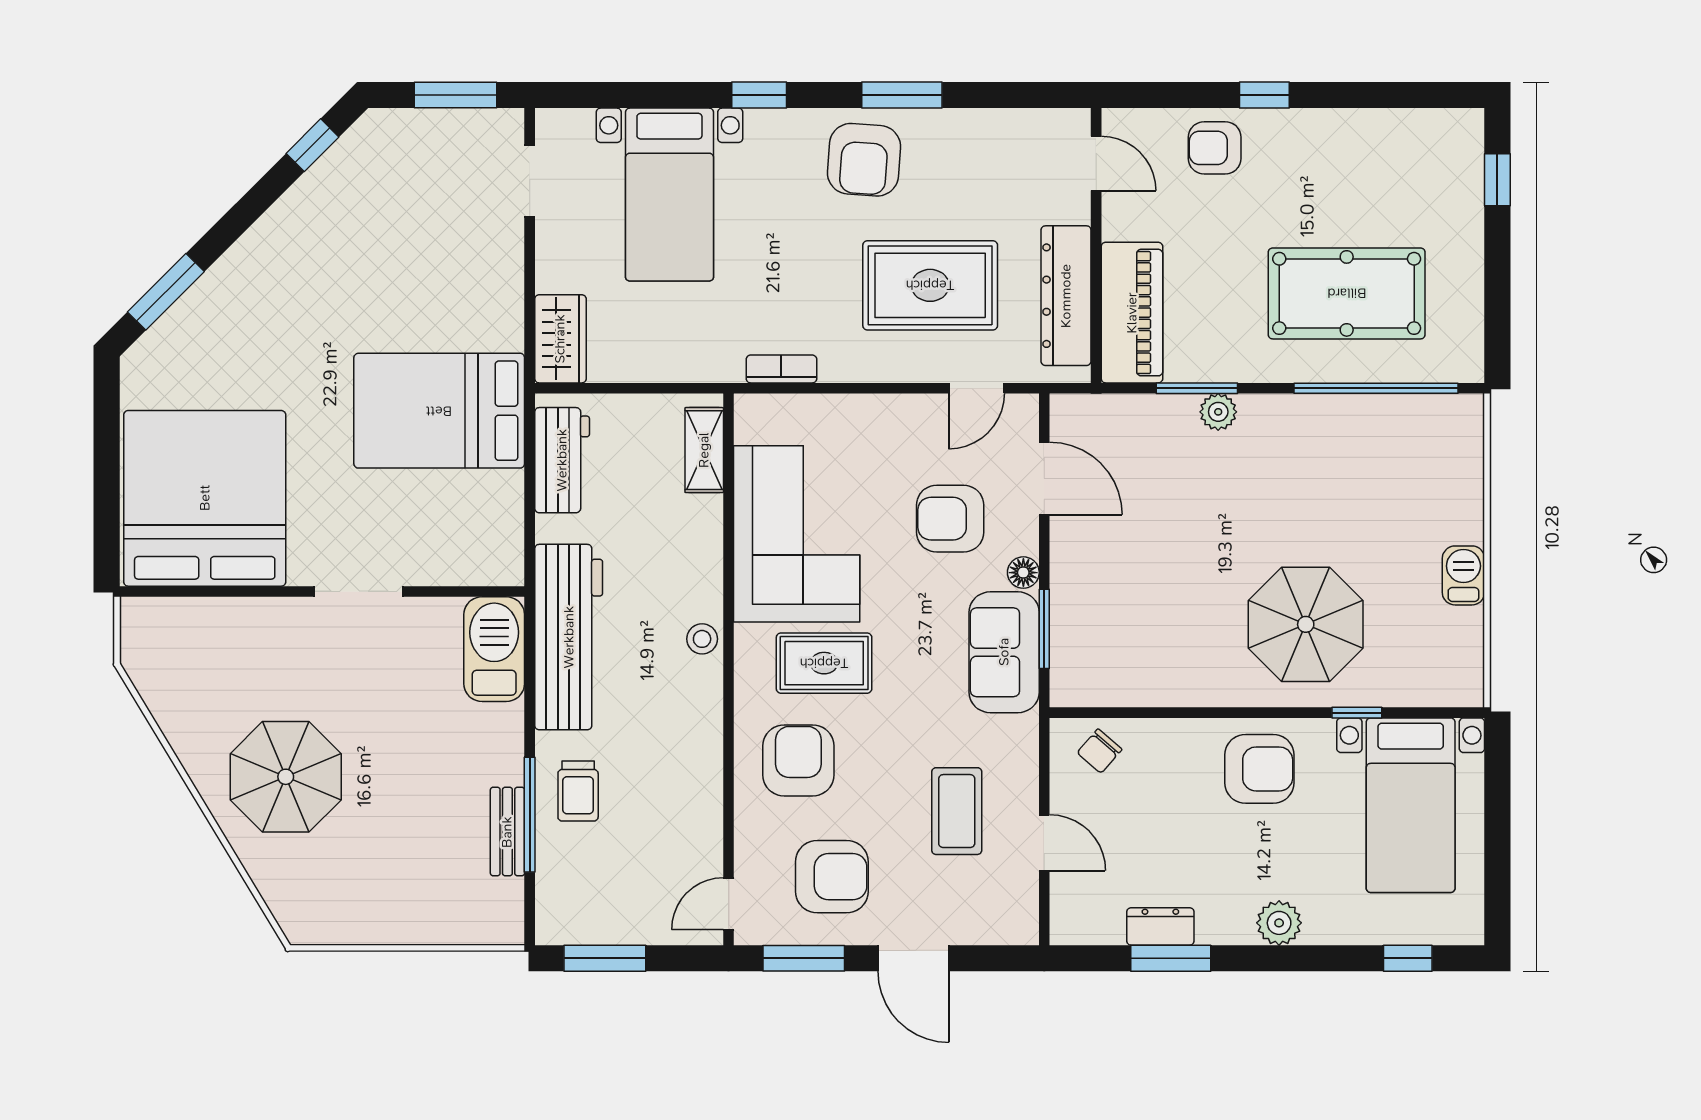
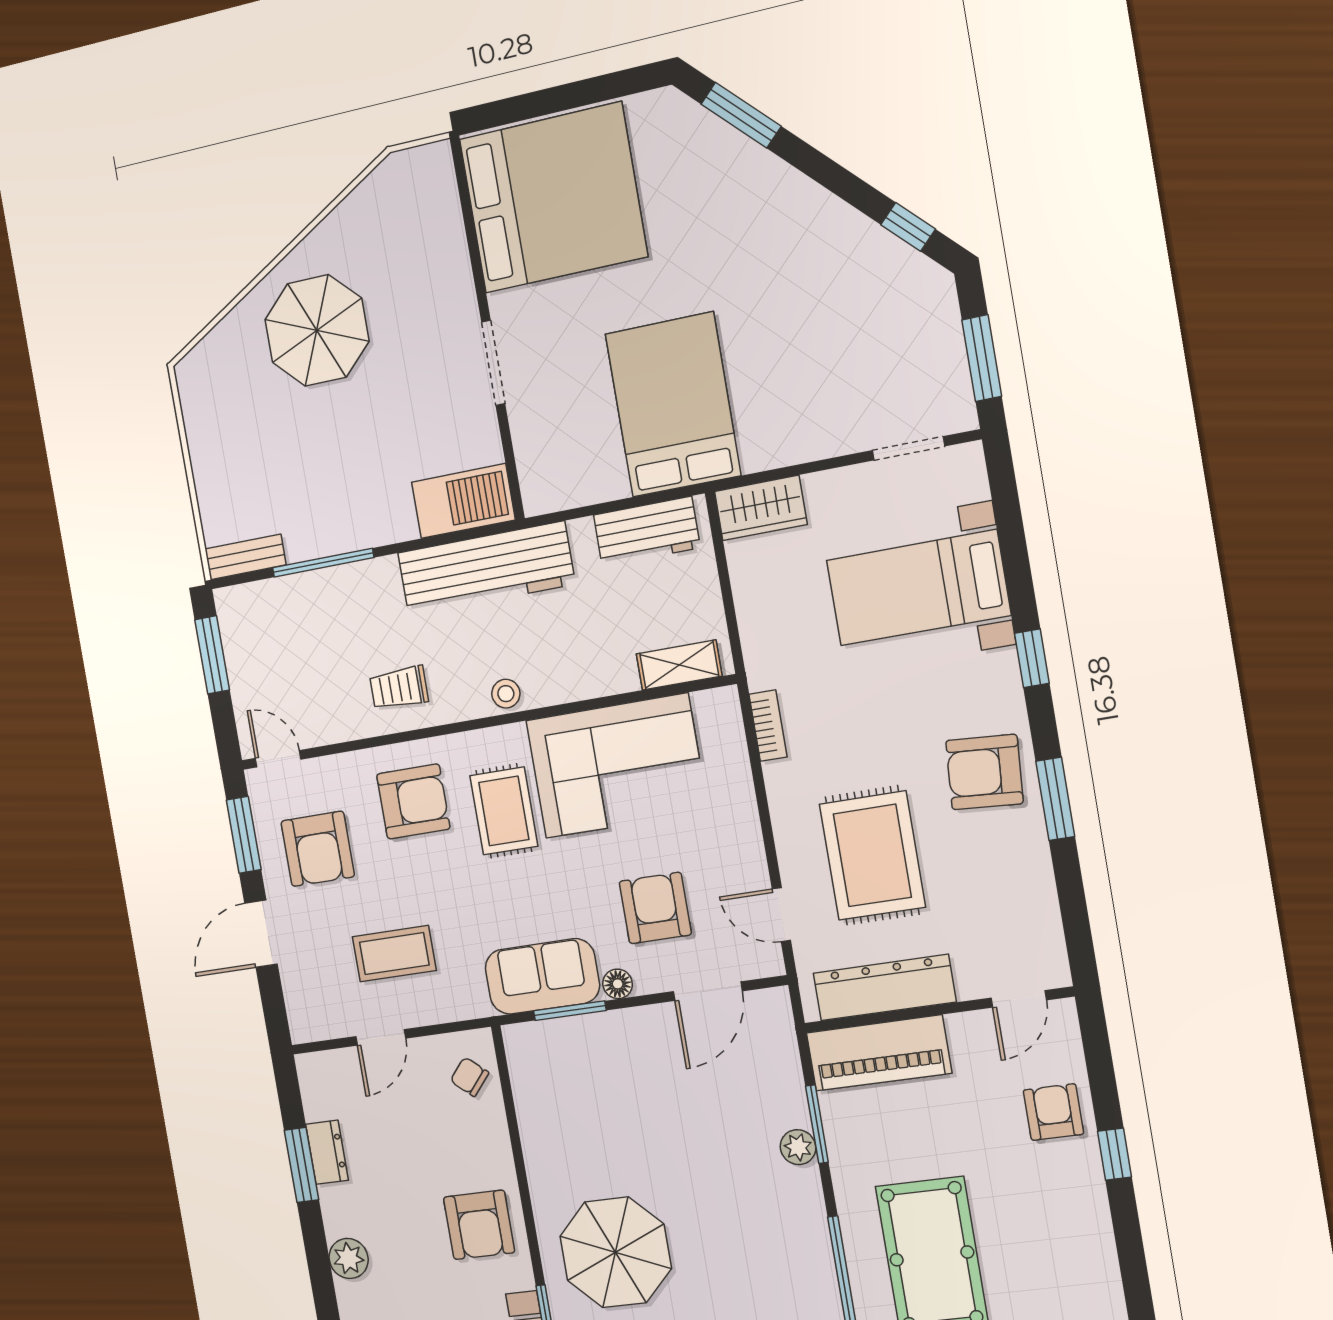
trolley: (578, 791) -> (399, 688), moved
bench: (507, 832) -> (245, 557), moved

